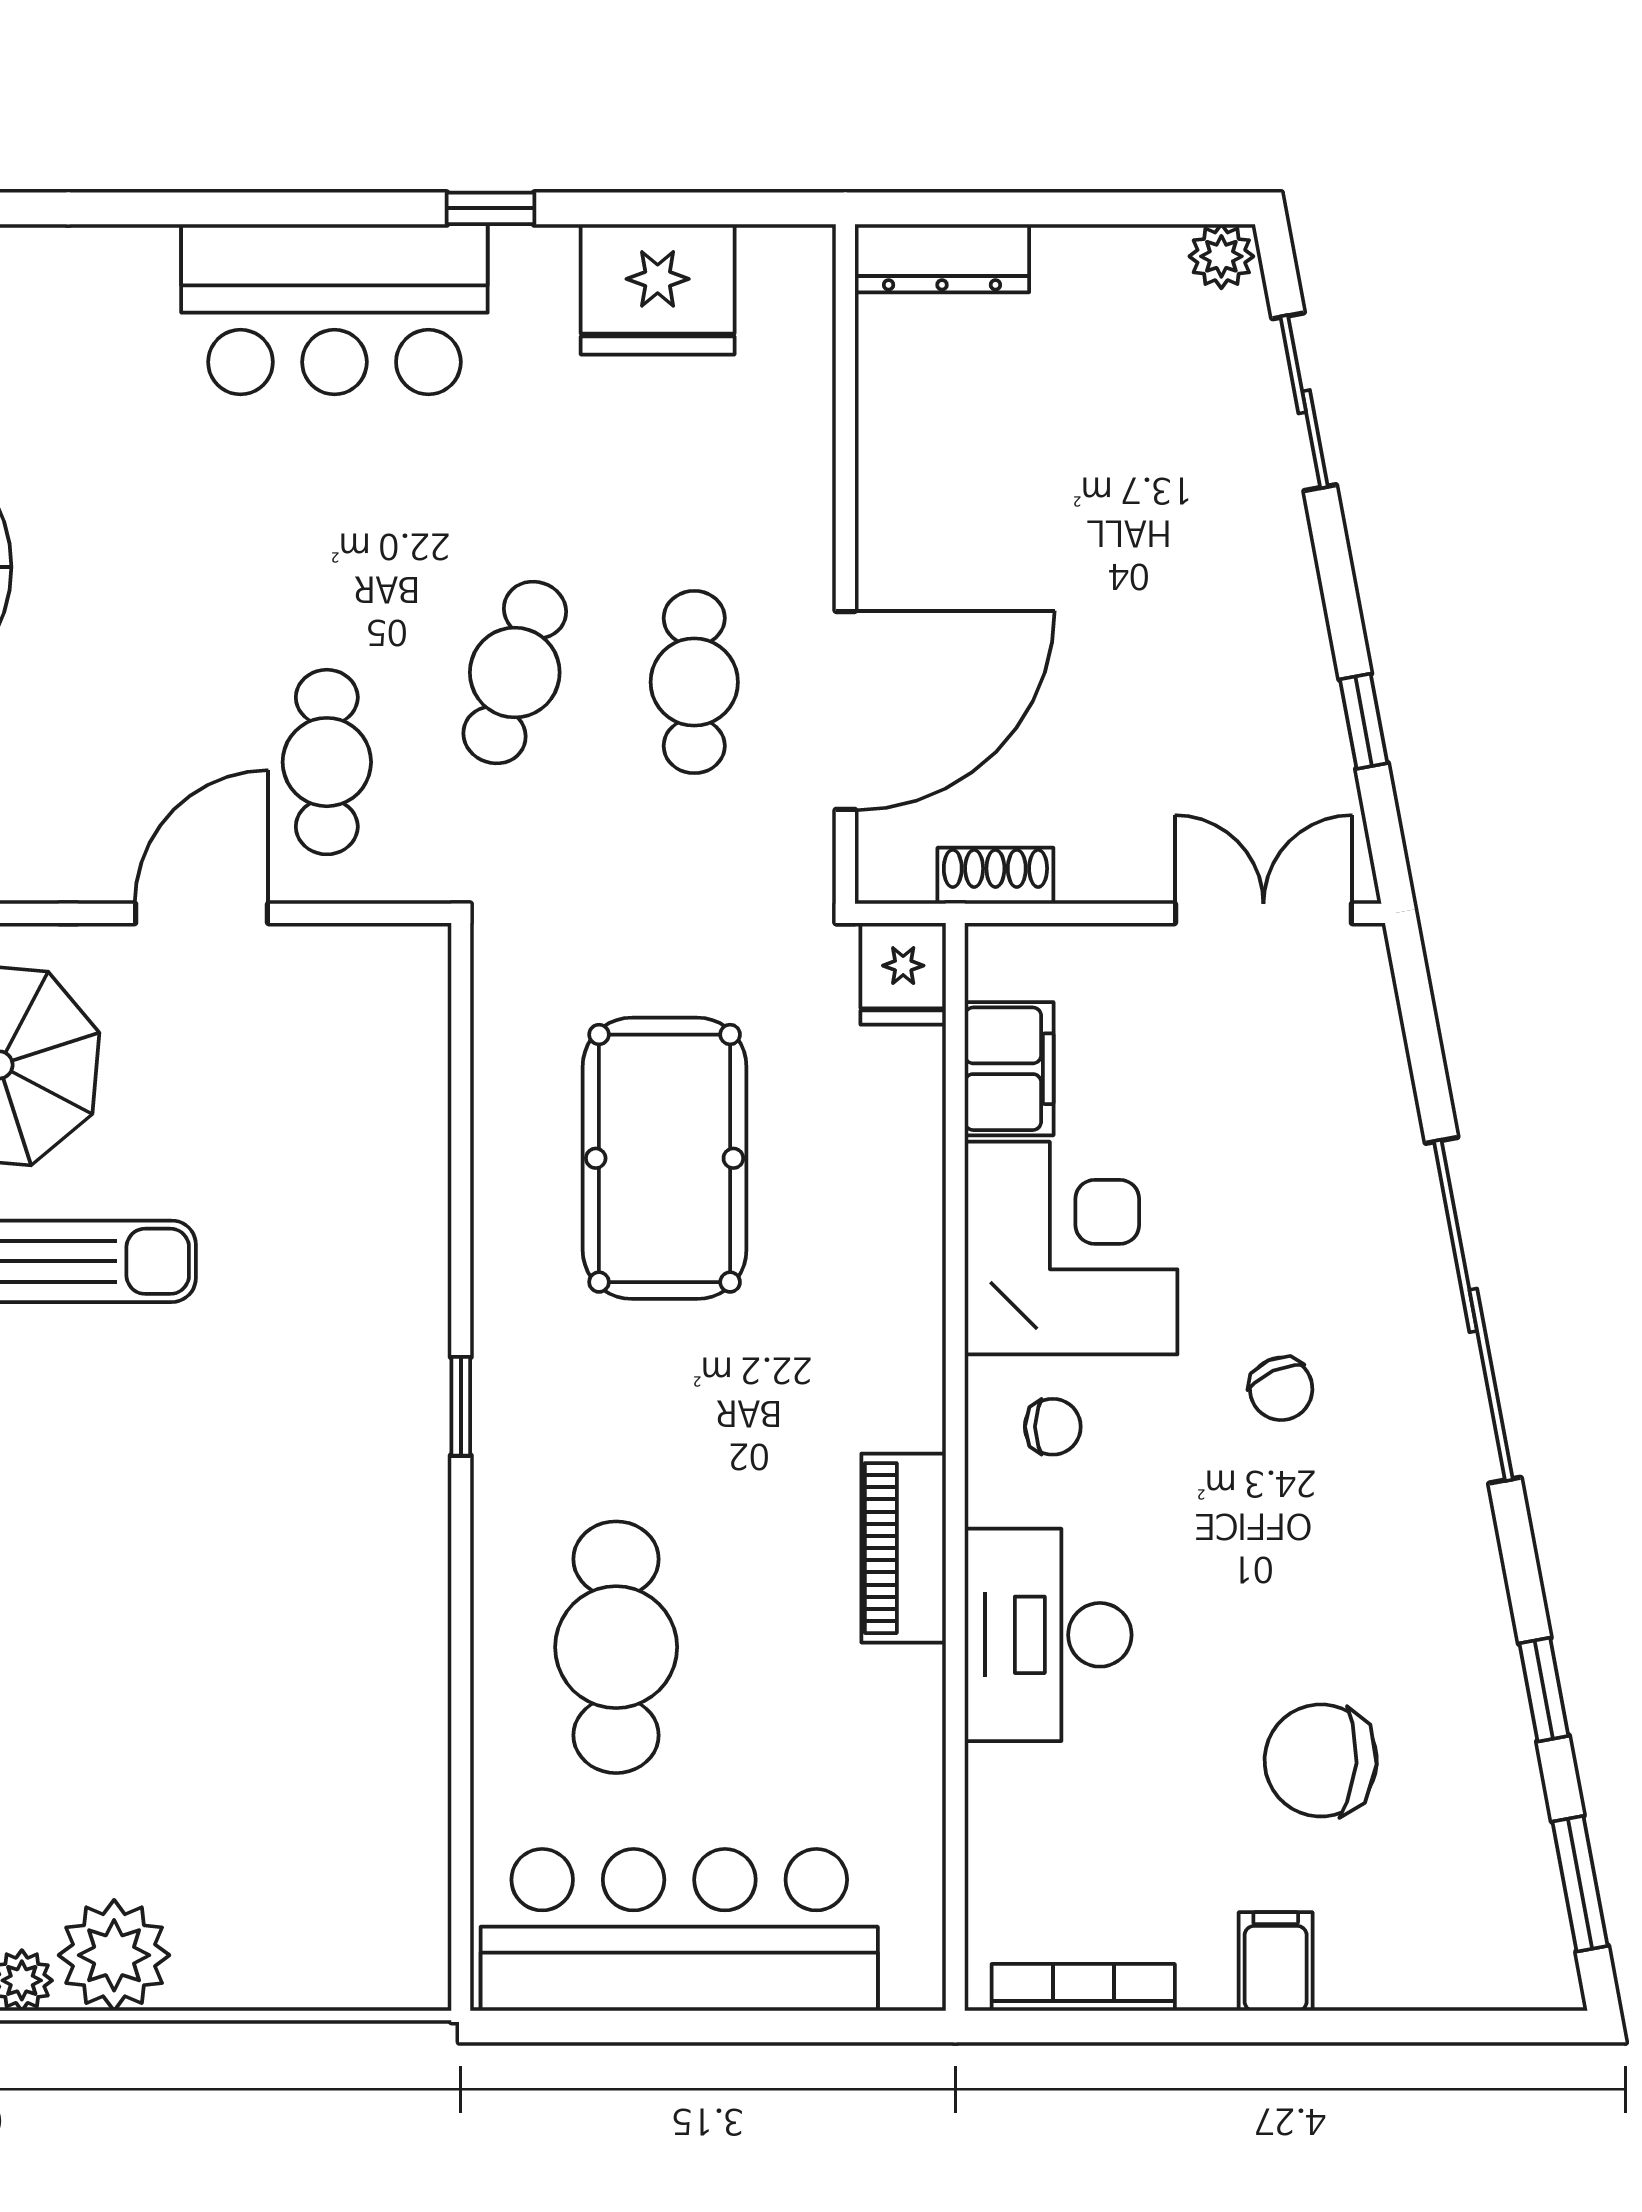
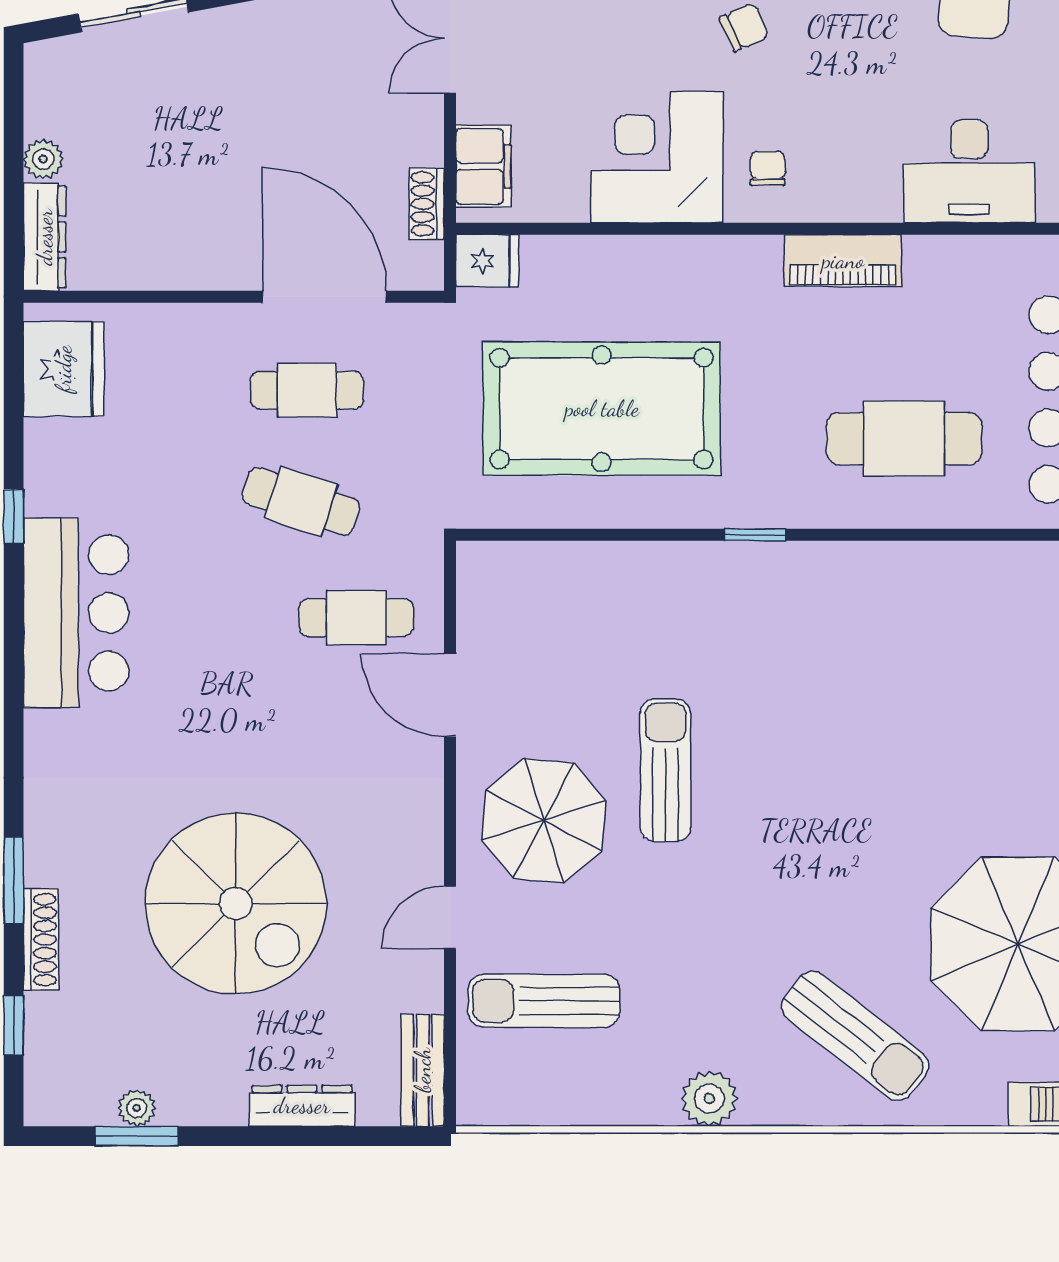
plant: (1221, 256) -> (43, 159), moved
fridge: (658, 289) -> (64, 369), moved
filing cabinet: (1009, 1069) -> (483, 166), moved, turned 90
pool table: (665, 1158) -> (602, 409), width x1.36, depth x1.32
desk: (1048, 1635) -> (969, 171), moved

